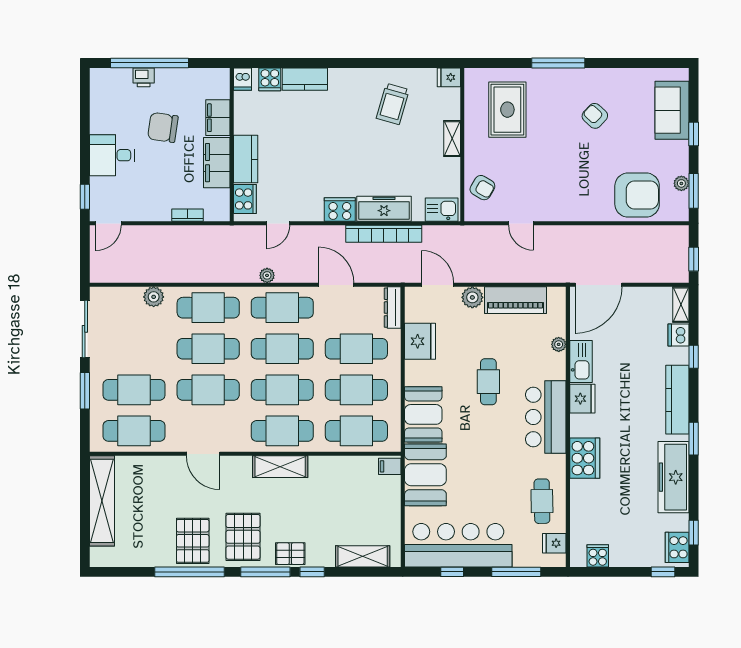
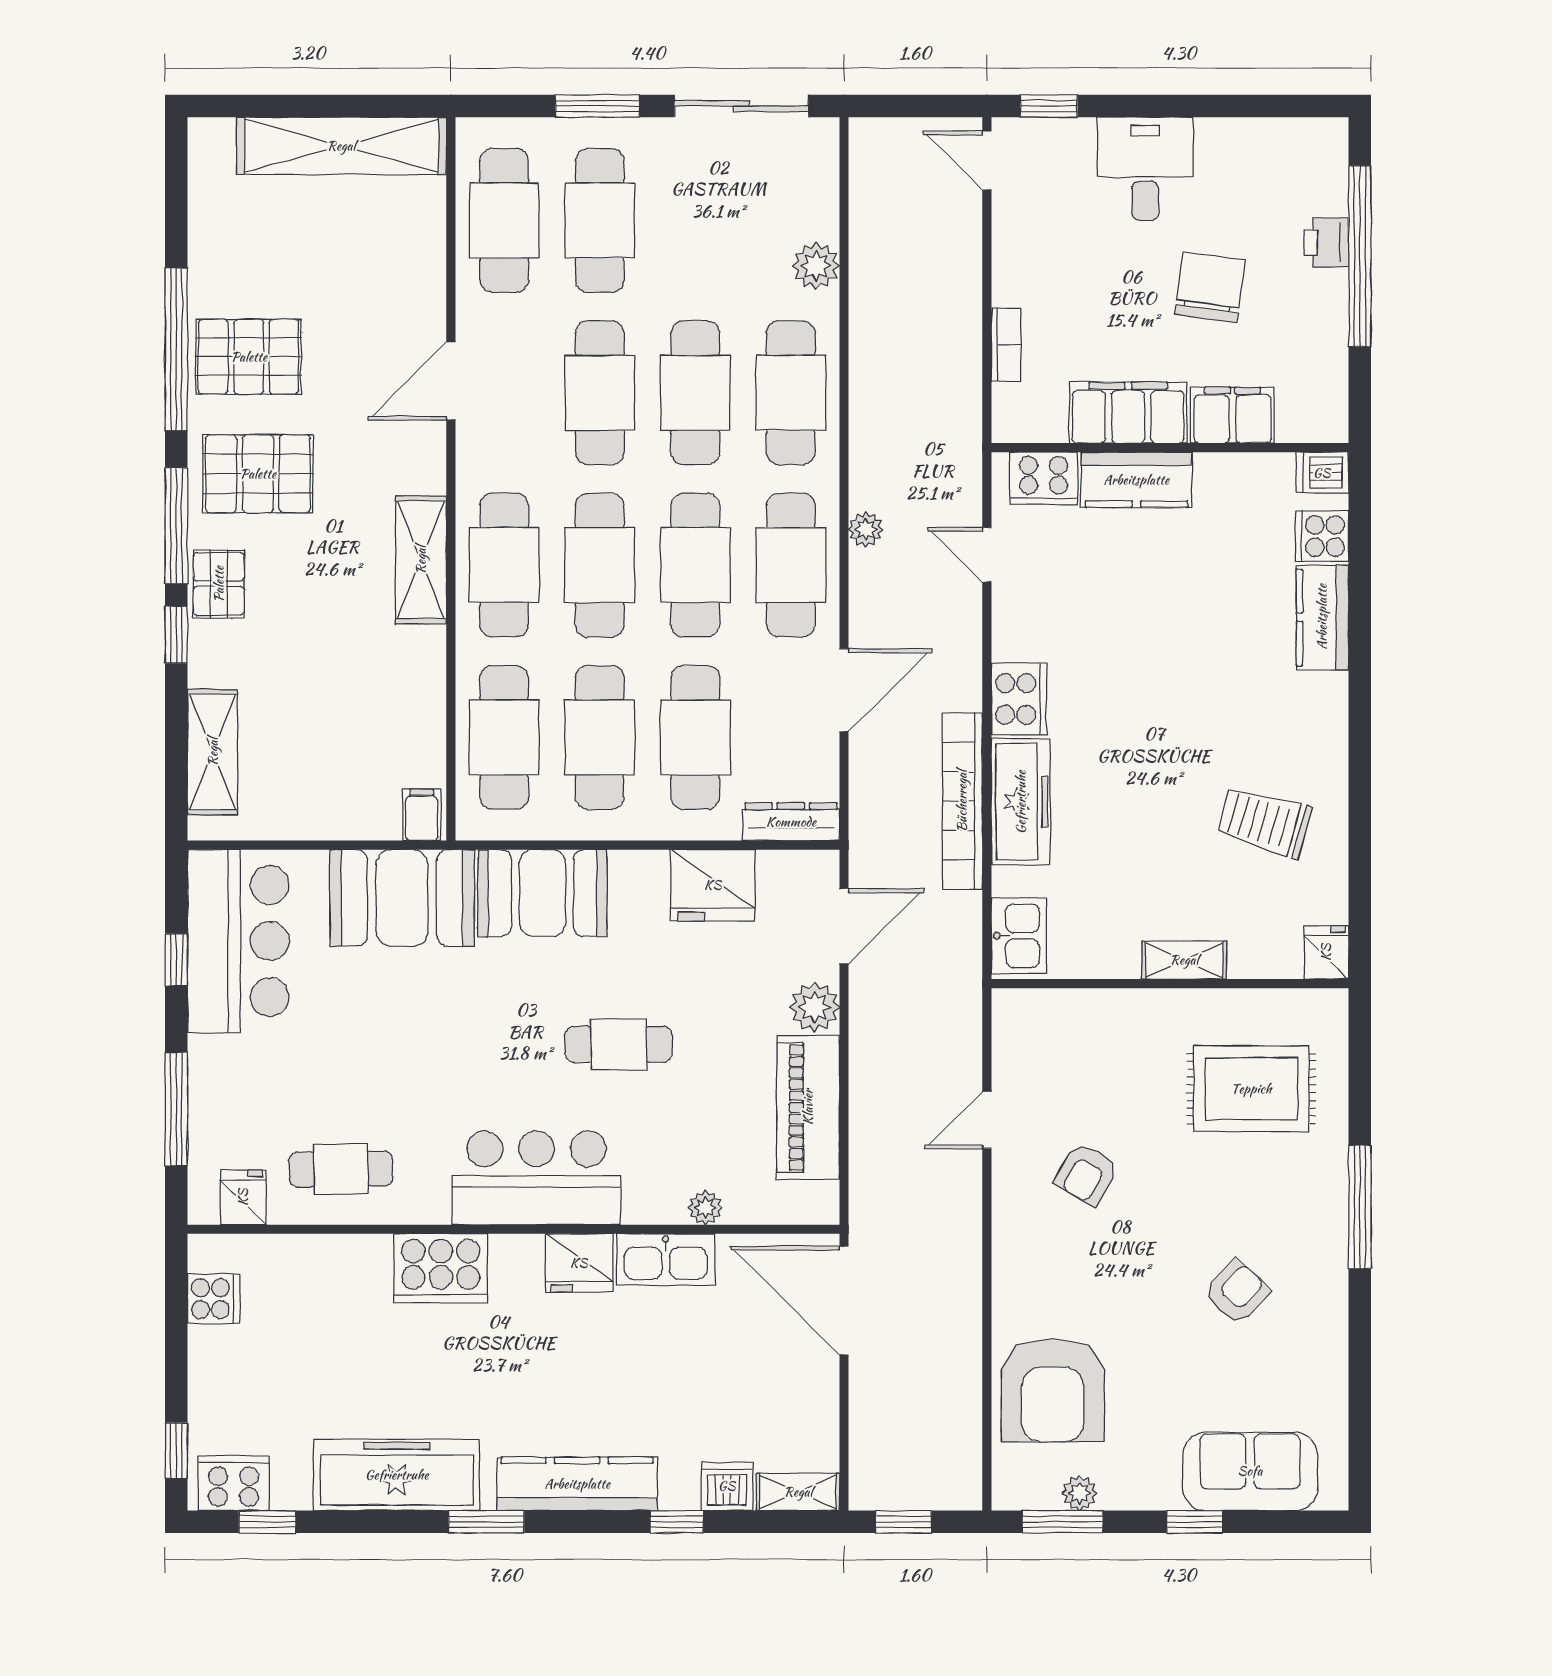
armchair: (482, 188) -> (1086, 1174), moved
bar counter: (458, 545) -> (238, 941), width x0.73

